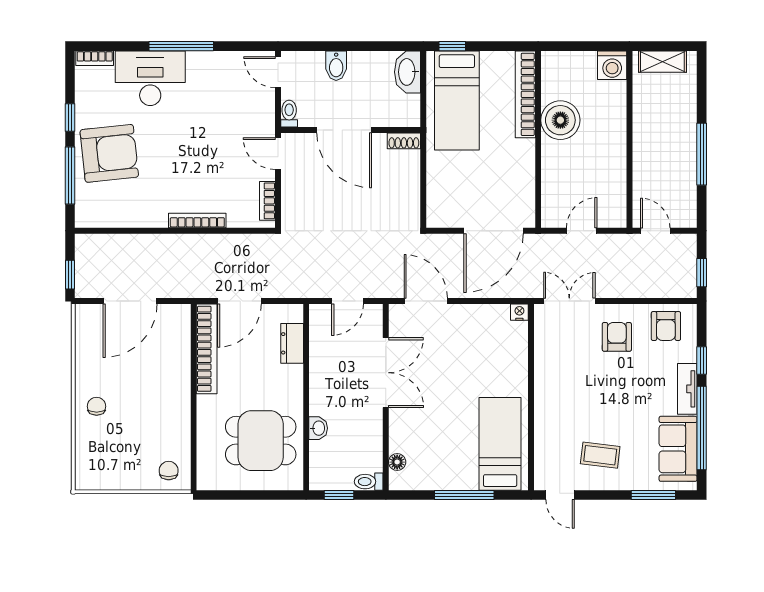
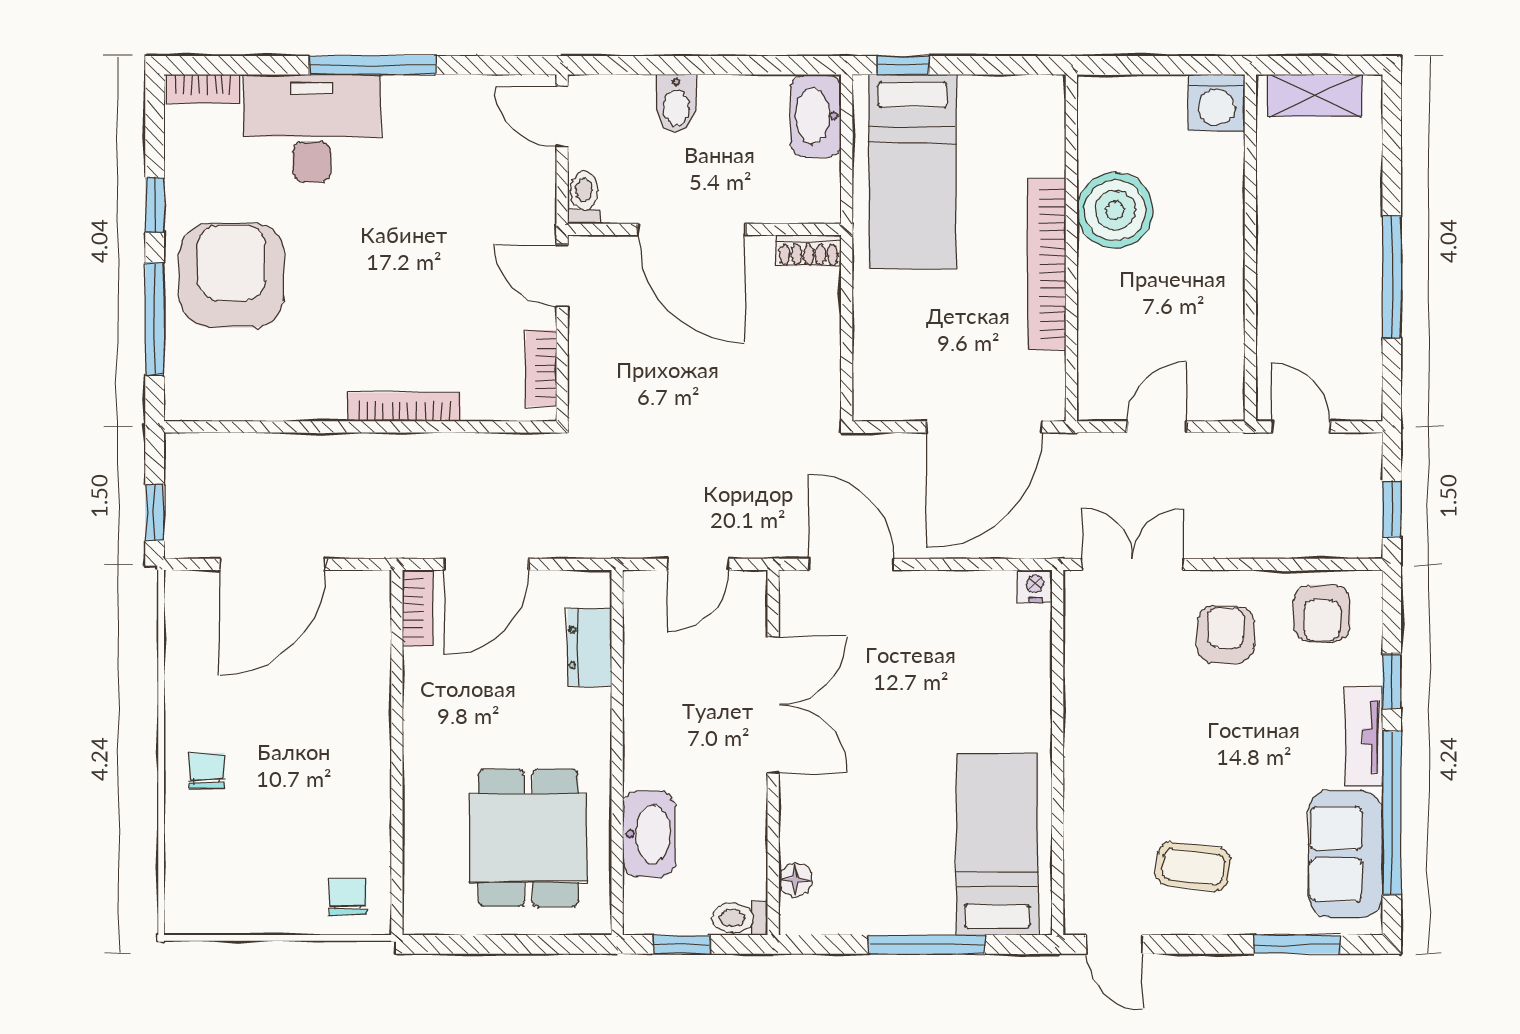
bookcase: (525, 94) -> (1047, 264), moved
armchair: (109, 153) -> (232, 275), turned -84
bookcase: (207, 349) -> (418, 608), width x0.43, depth x0.76
washbasin: (318, 428) -> (649, 834), width x1.91, depth x1.45
dining table: (261, 441) -> (528, 838), turned 90

